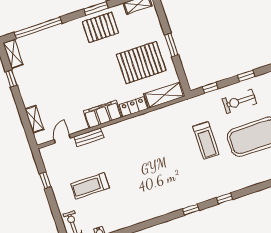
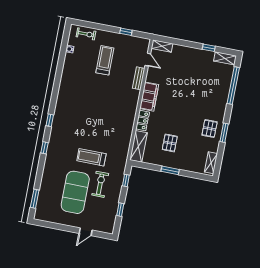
pallet: (101, 27) -> (210, 129), width x0.67, depth x0.71
pallet: (141, 63) -> (170, 143), width x0.49, depth x0.50
exercise bike: (239, 101) -> (100, 184), moved
shelving: (34, 119) -> (162, 46), moved

